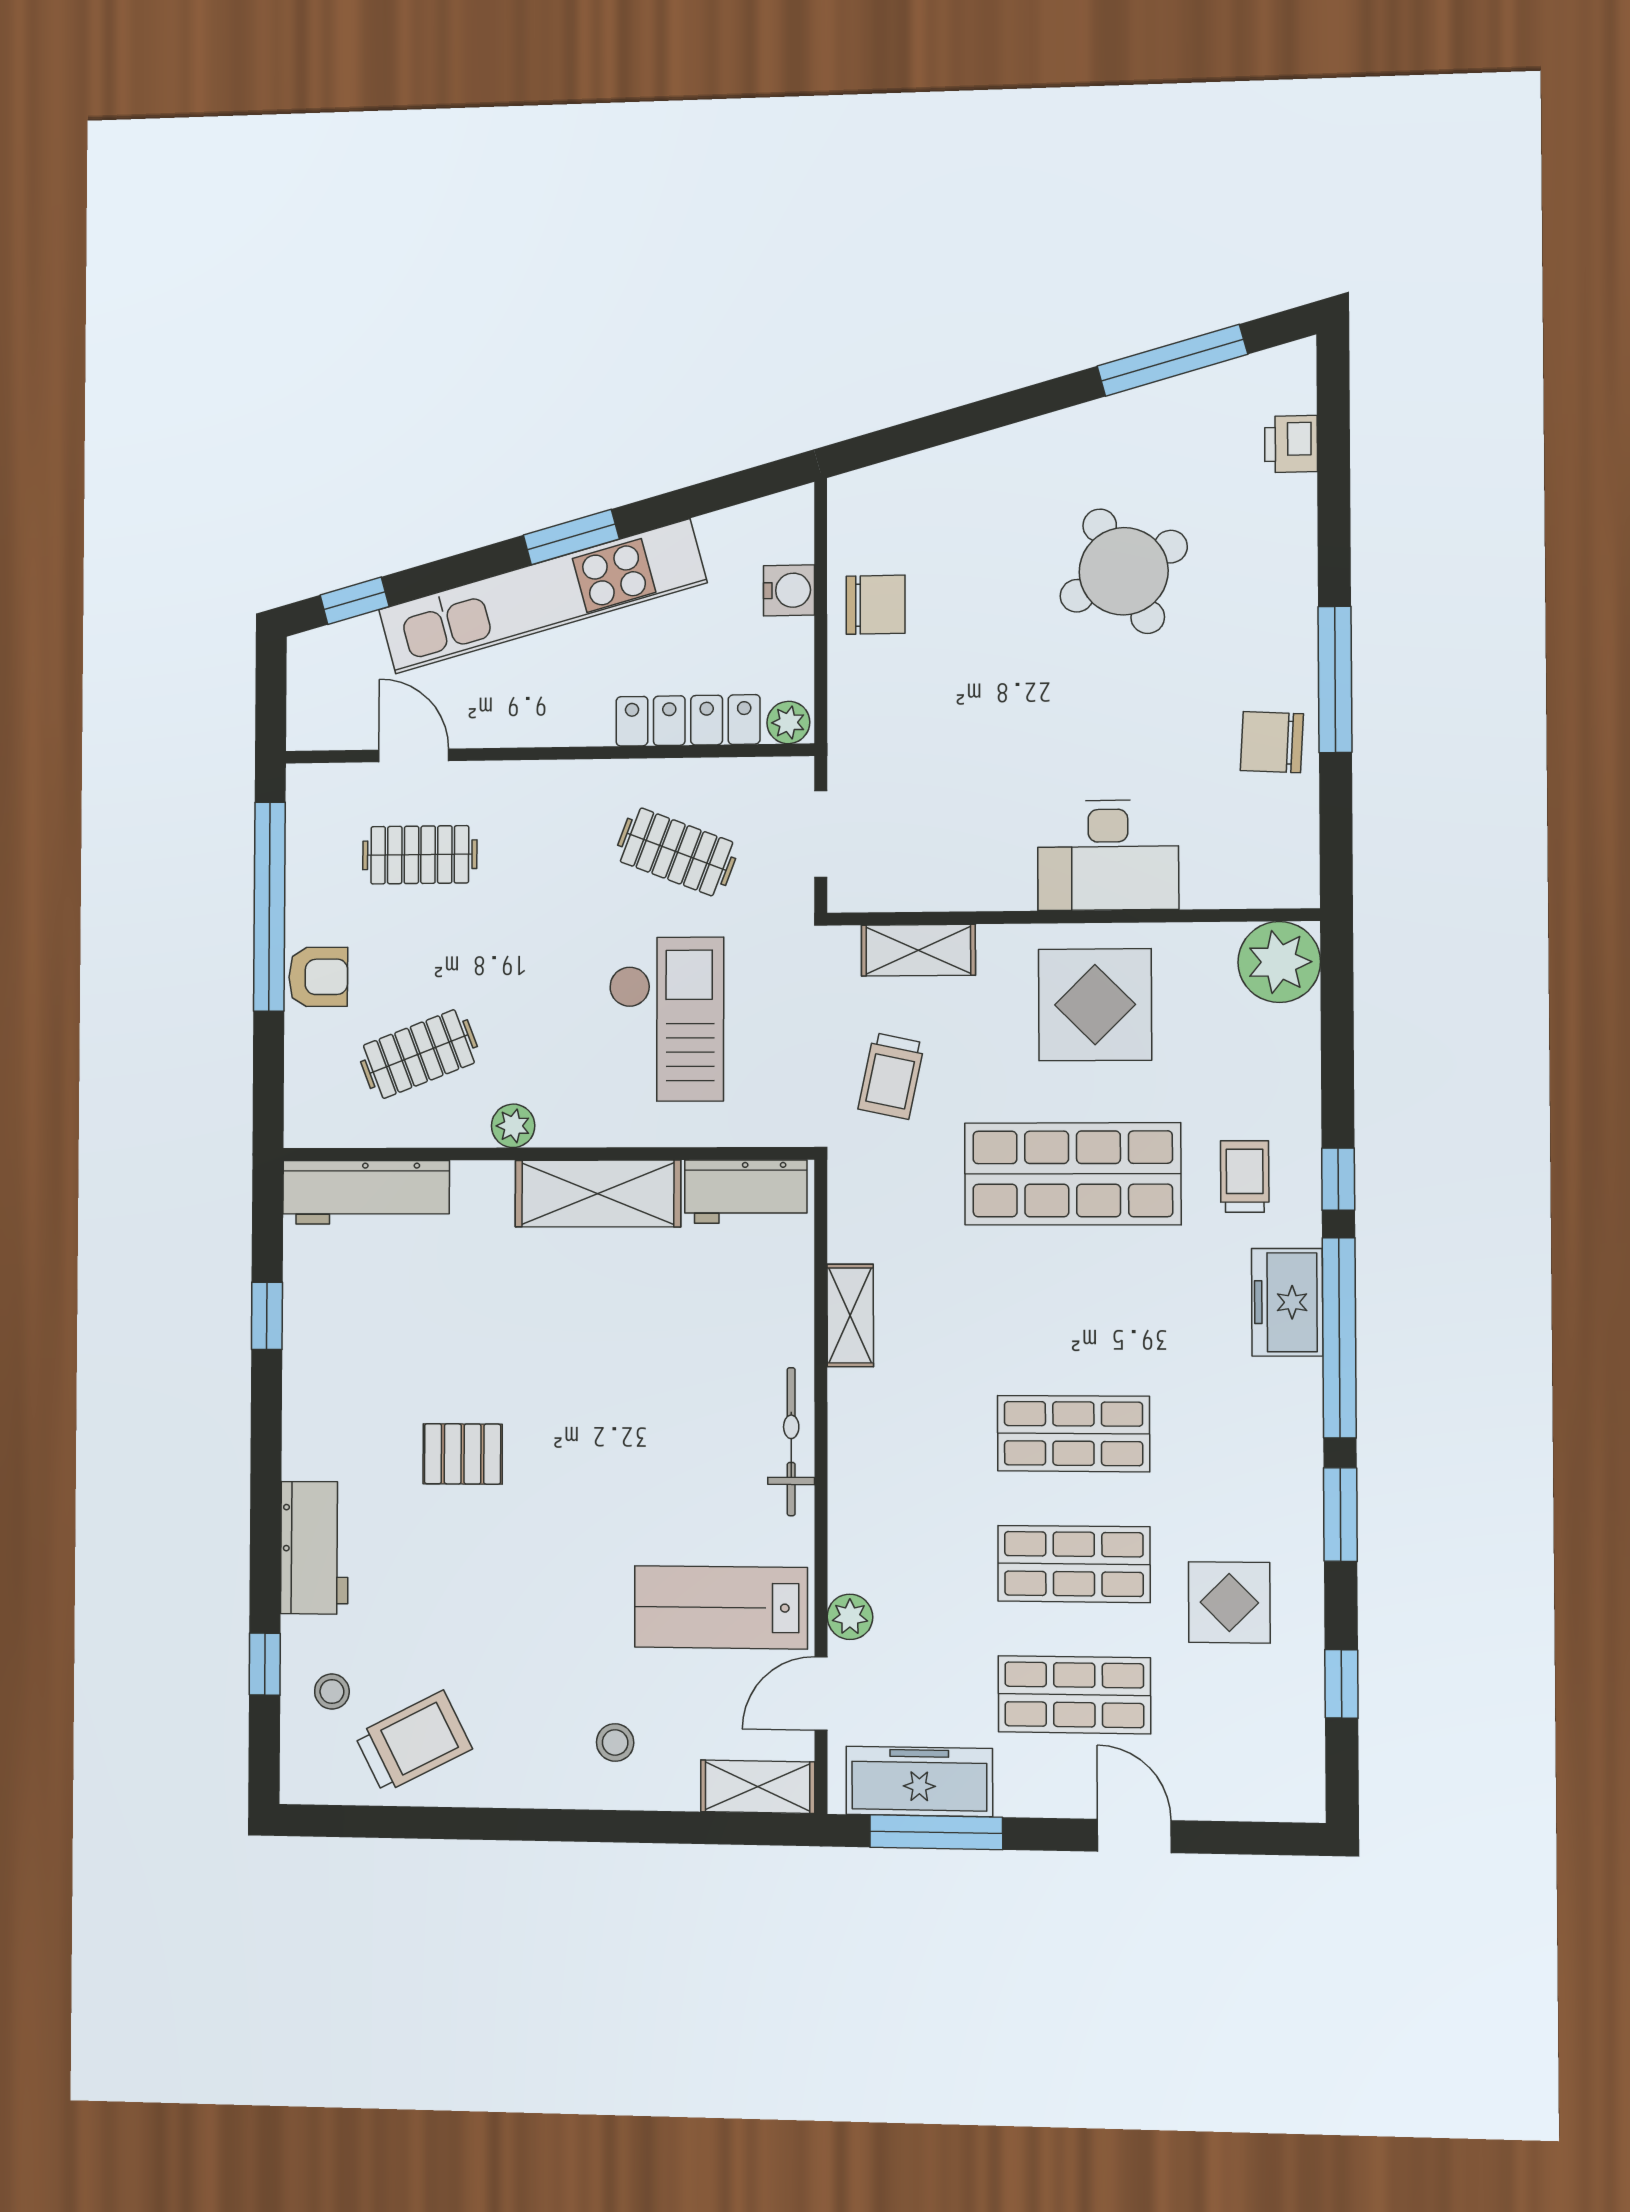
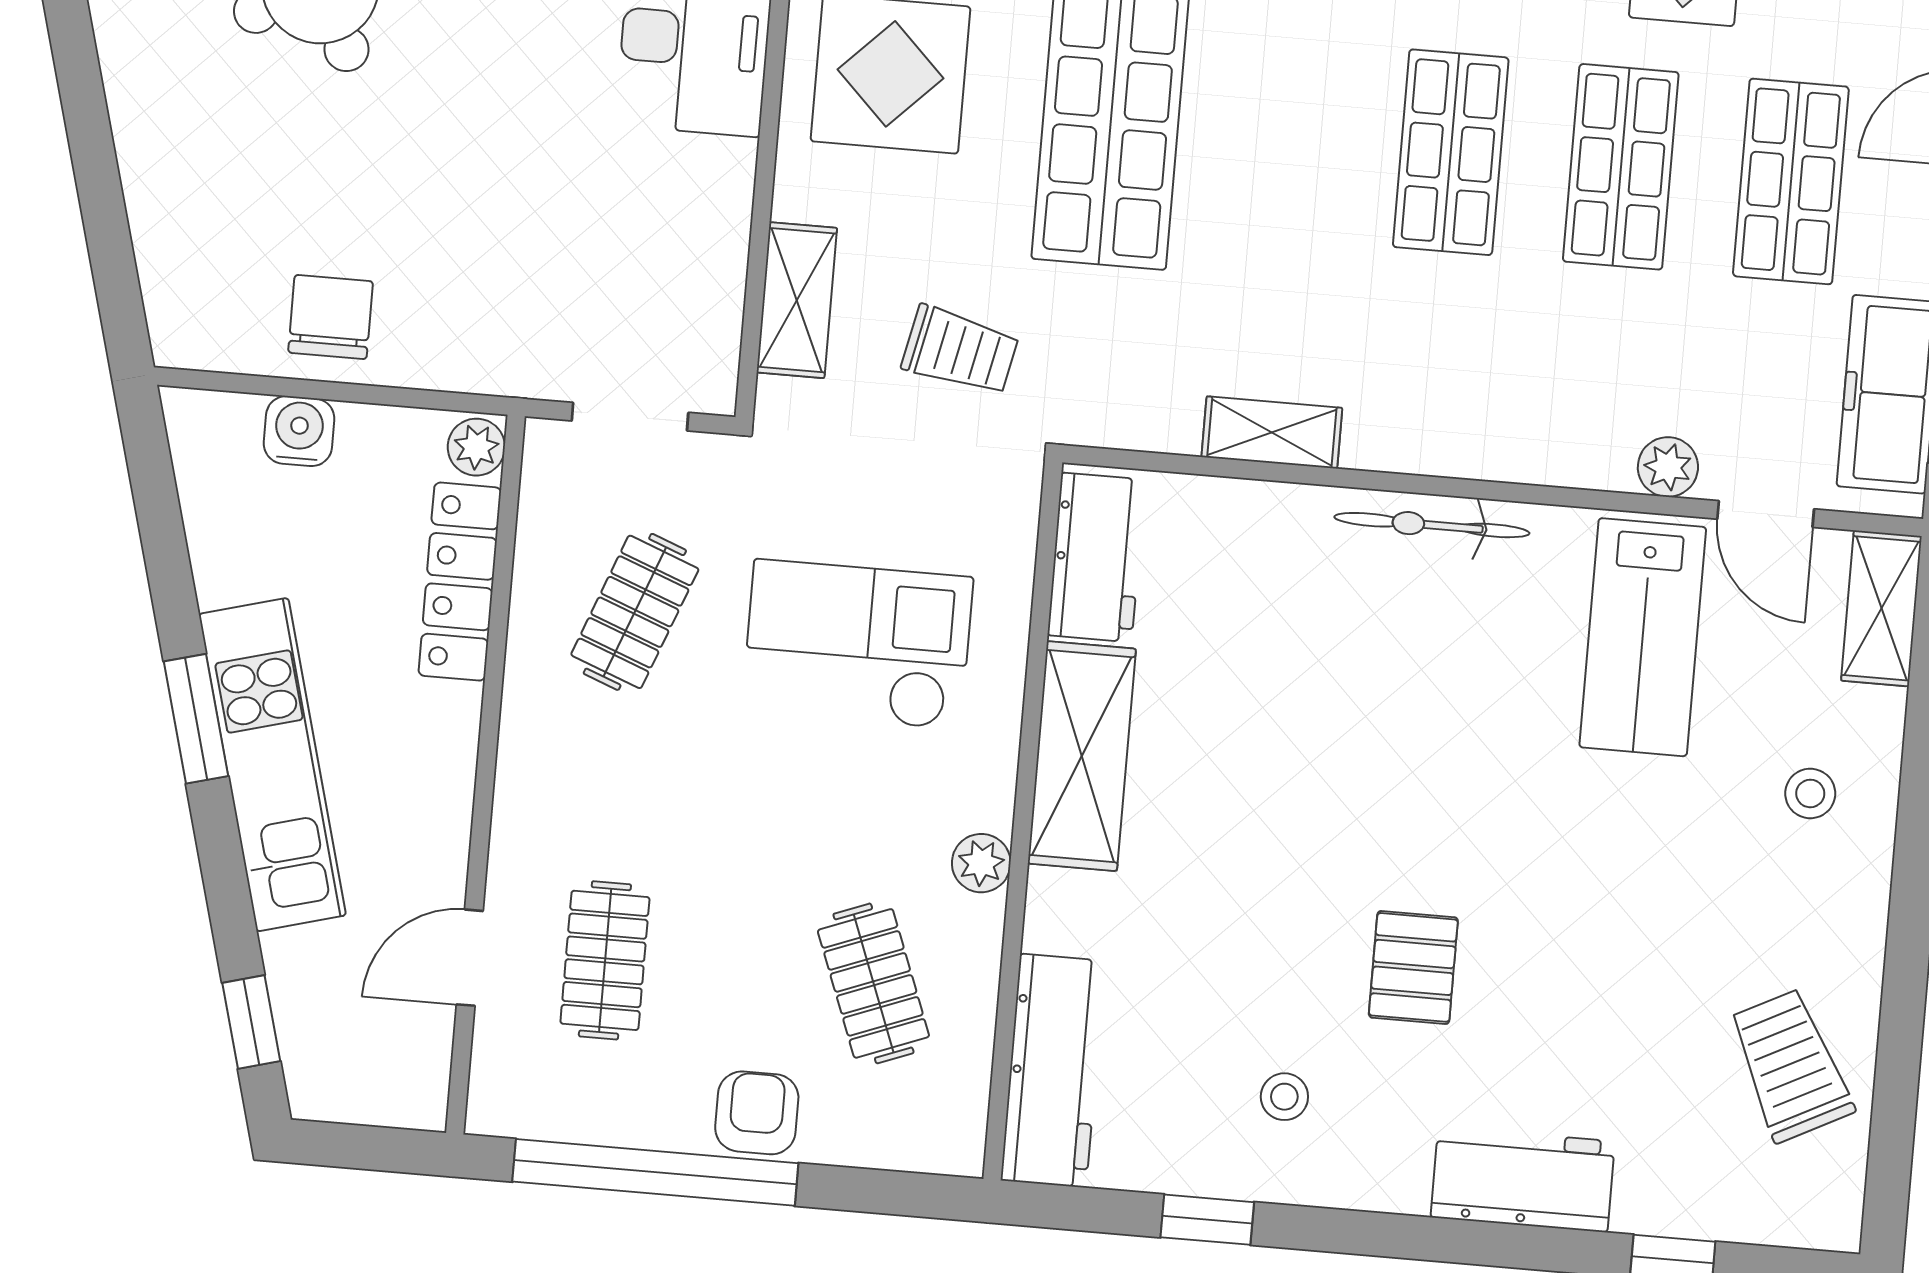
kitchen unit: (542, 596) -> (272, 765), width x0.73
stool: (332, 1692) -> (1284, 1097), moved

